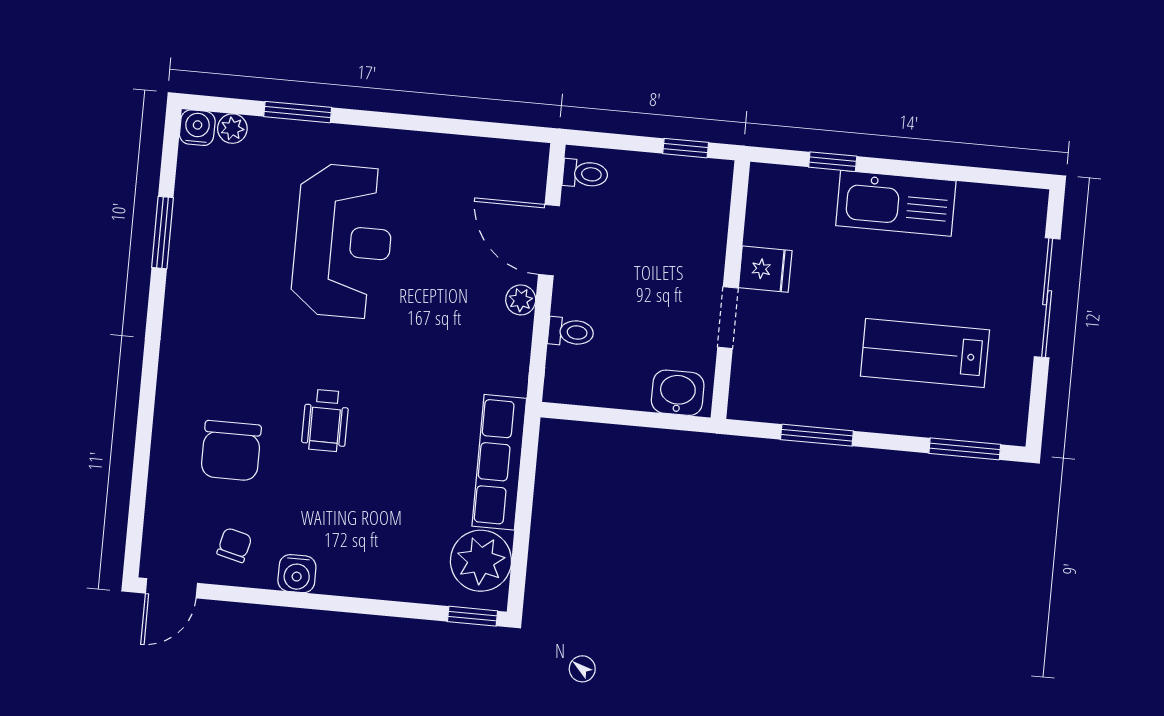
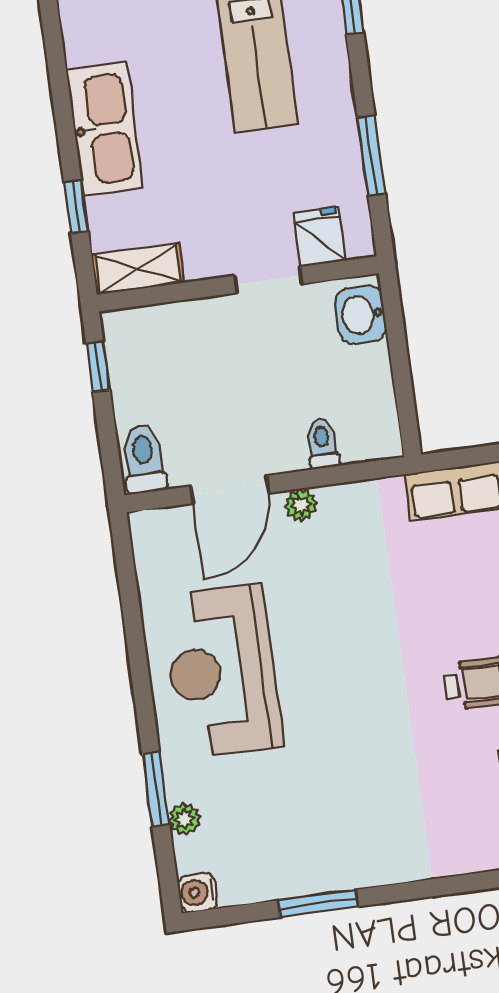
plant: (232, 129) -> (185, 819), moved
toilet: (585, 174) -> (144, 459), width x1.37, depth x1.39
shelving: (764, 204) -> (138, 269), added
reception desk: (343, 241) -> (222, 671), moved, turned -90
fridge: (765, 269) -> (320, 237), moved

